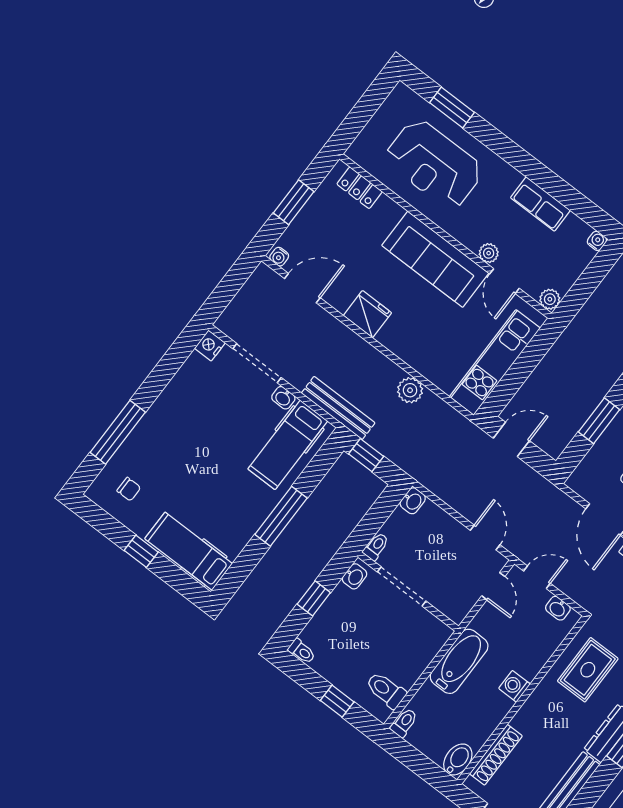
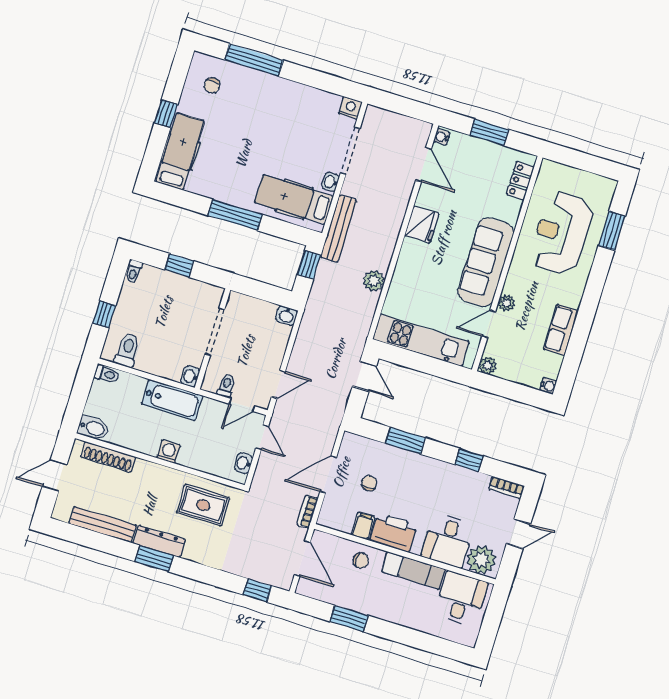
toilet: (376, 546) -> (226, 386), moved, turned -90
washbasin: (355, 576) -> (190, 376), moved, turned 90

